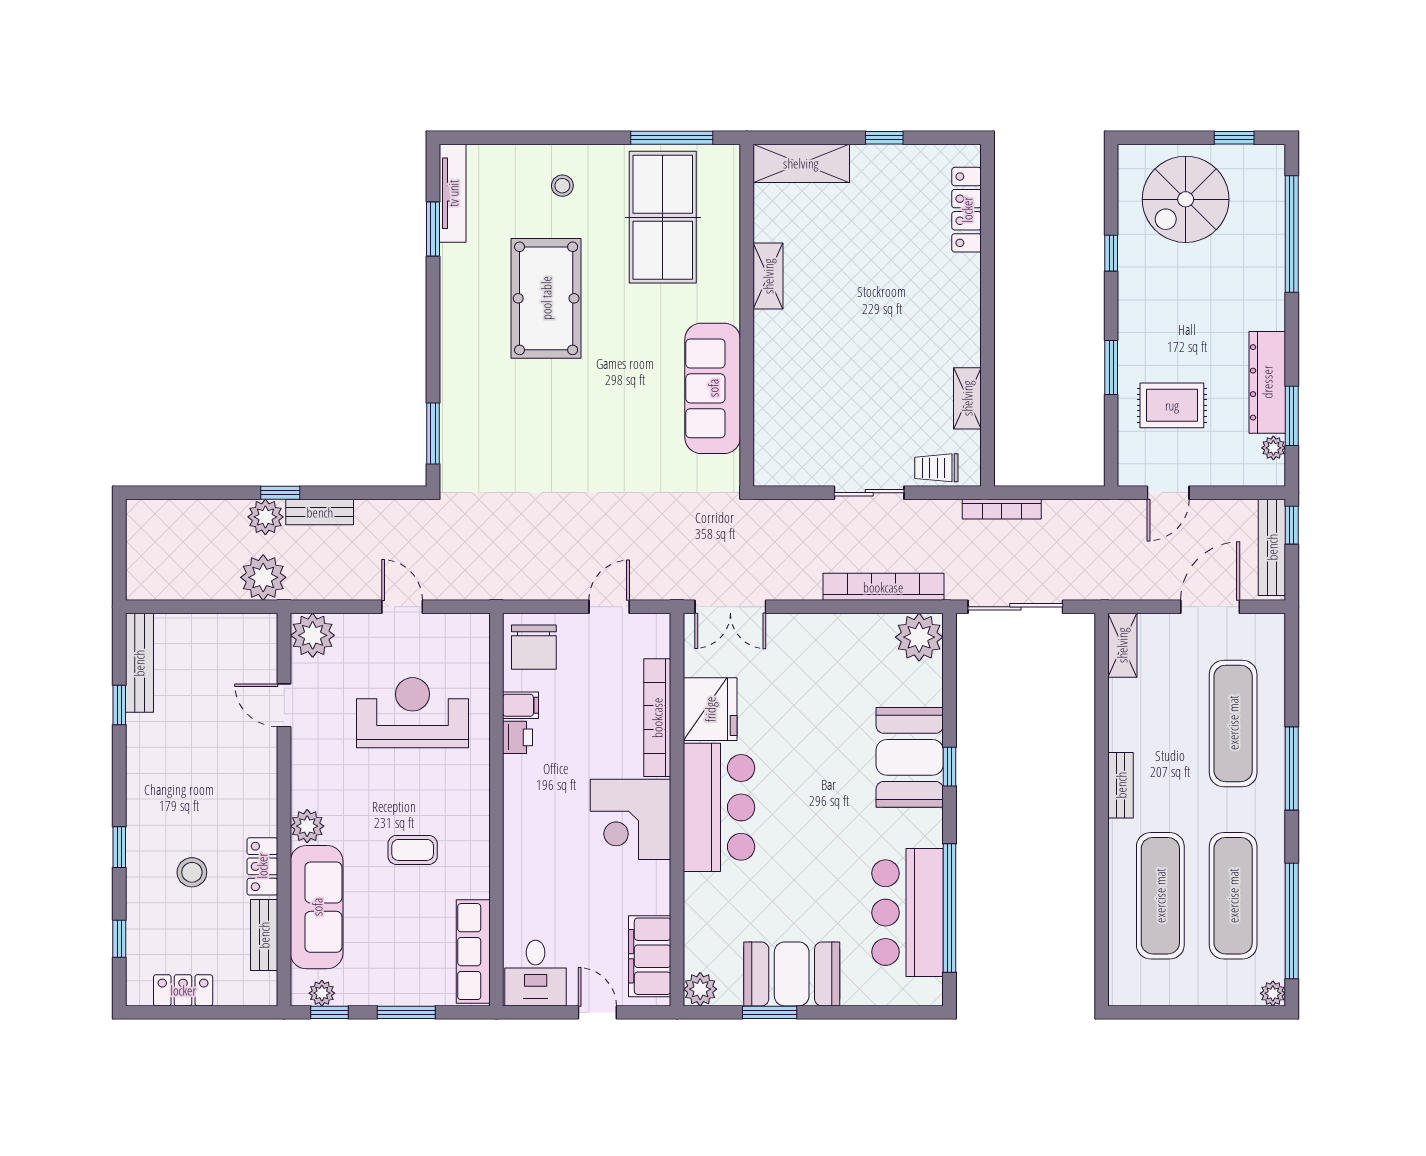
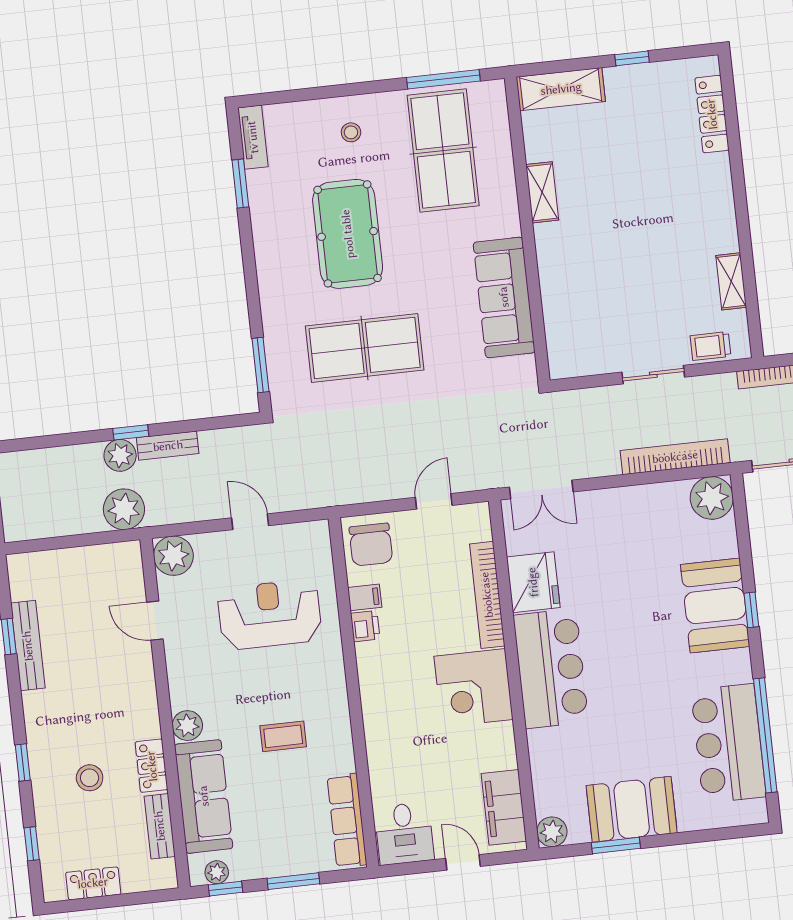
tv unit: (453, 193) -> (253, 137), width x0.71
table tennis table: (551, 427) -> (365, 348), added
bench: (139, 663) -> (28, 646), moved

